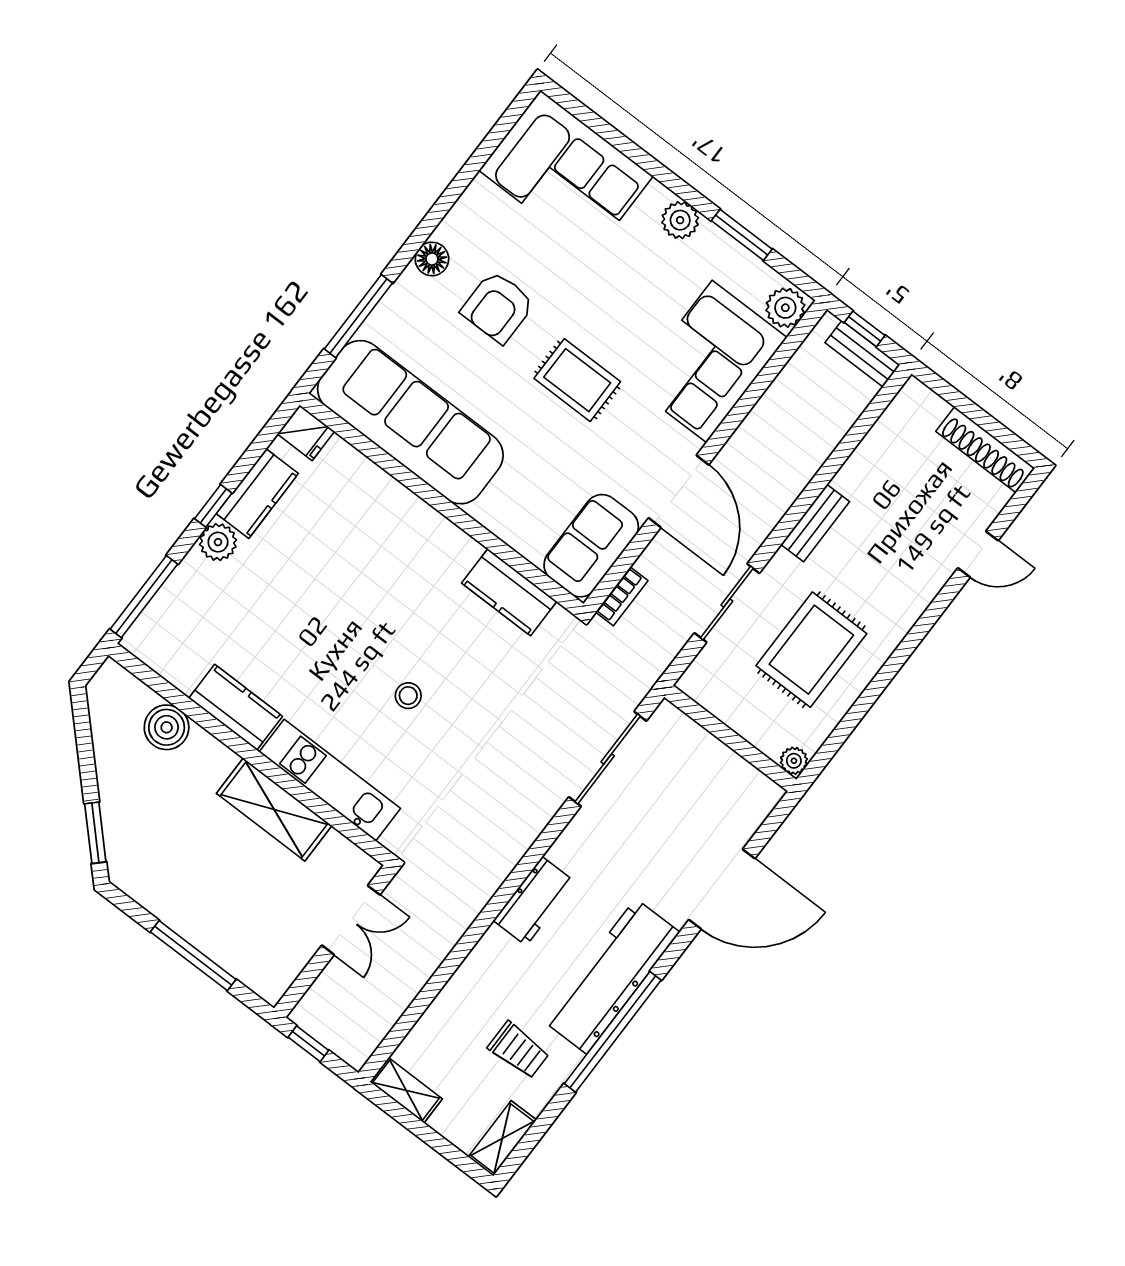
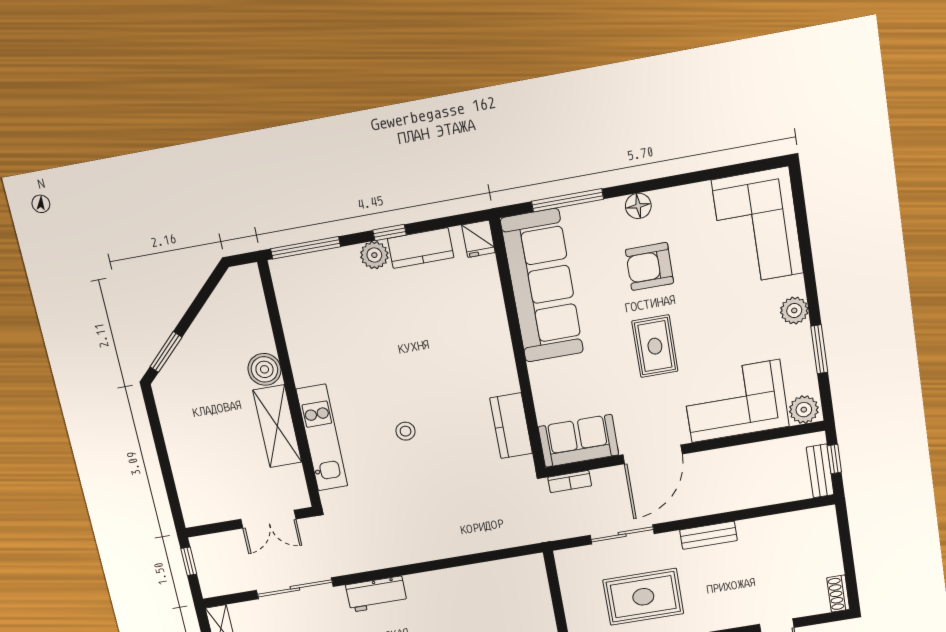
shoe rack: (985, 450) -> (838, 594), width x0.51, depth x0.81
kitchen counter: (236, 707) -> (304, 354), removed
boiler: (167, 727) -> (264, 369), moved
sliding door: (608, 759) -> (295, 588), moved
window: (193, 956) -> (165, 463), removed

